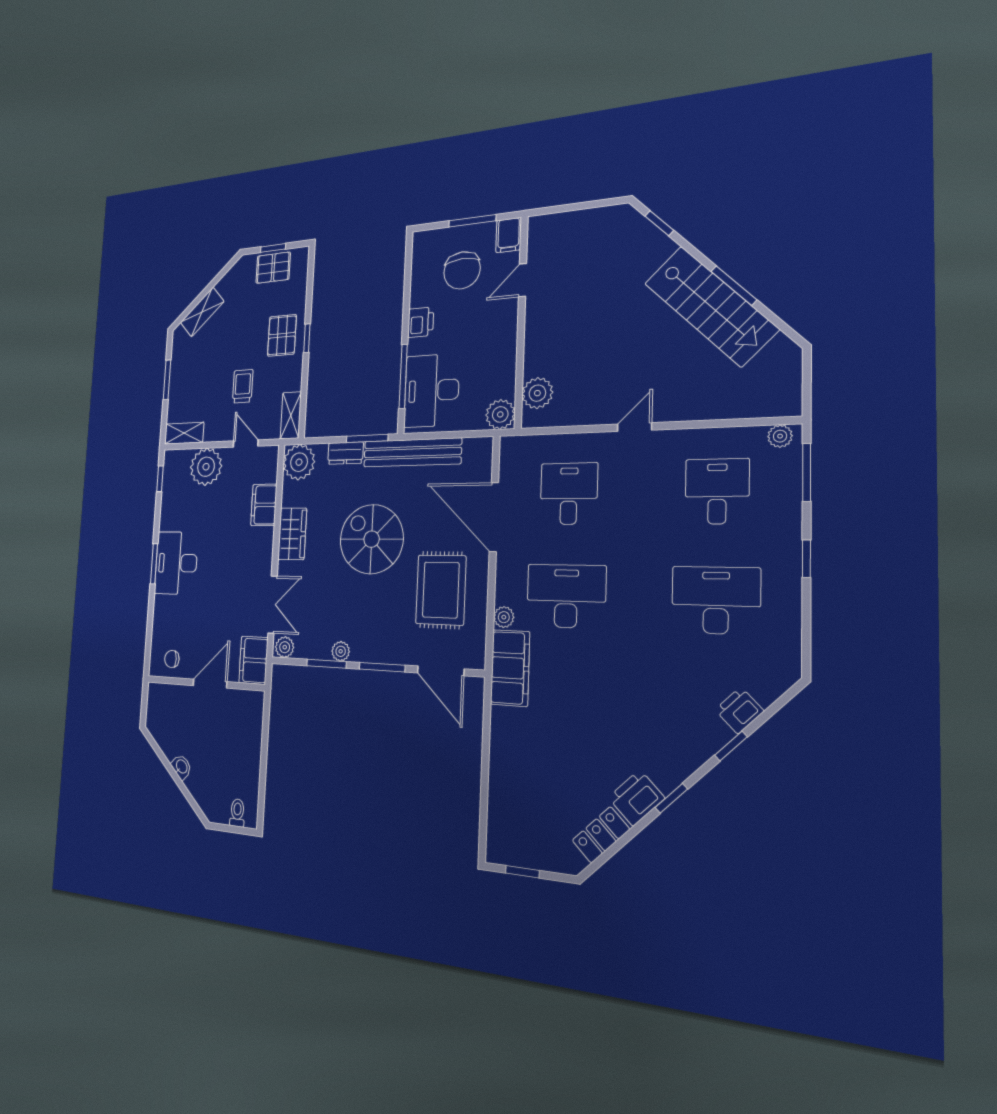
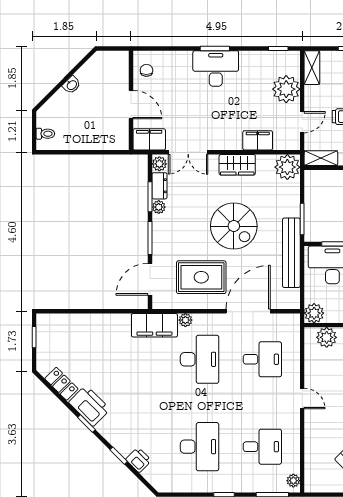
dresser: (346, 453) -> (159, 186), moved, turned 180
spiral stairs: (372, 539) -> (234, 226), turned 90
printer: (636, 798) -> (89, 406), width x1.37, depth x1.19

